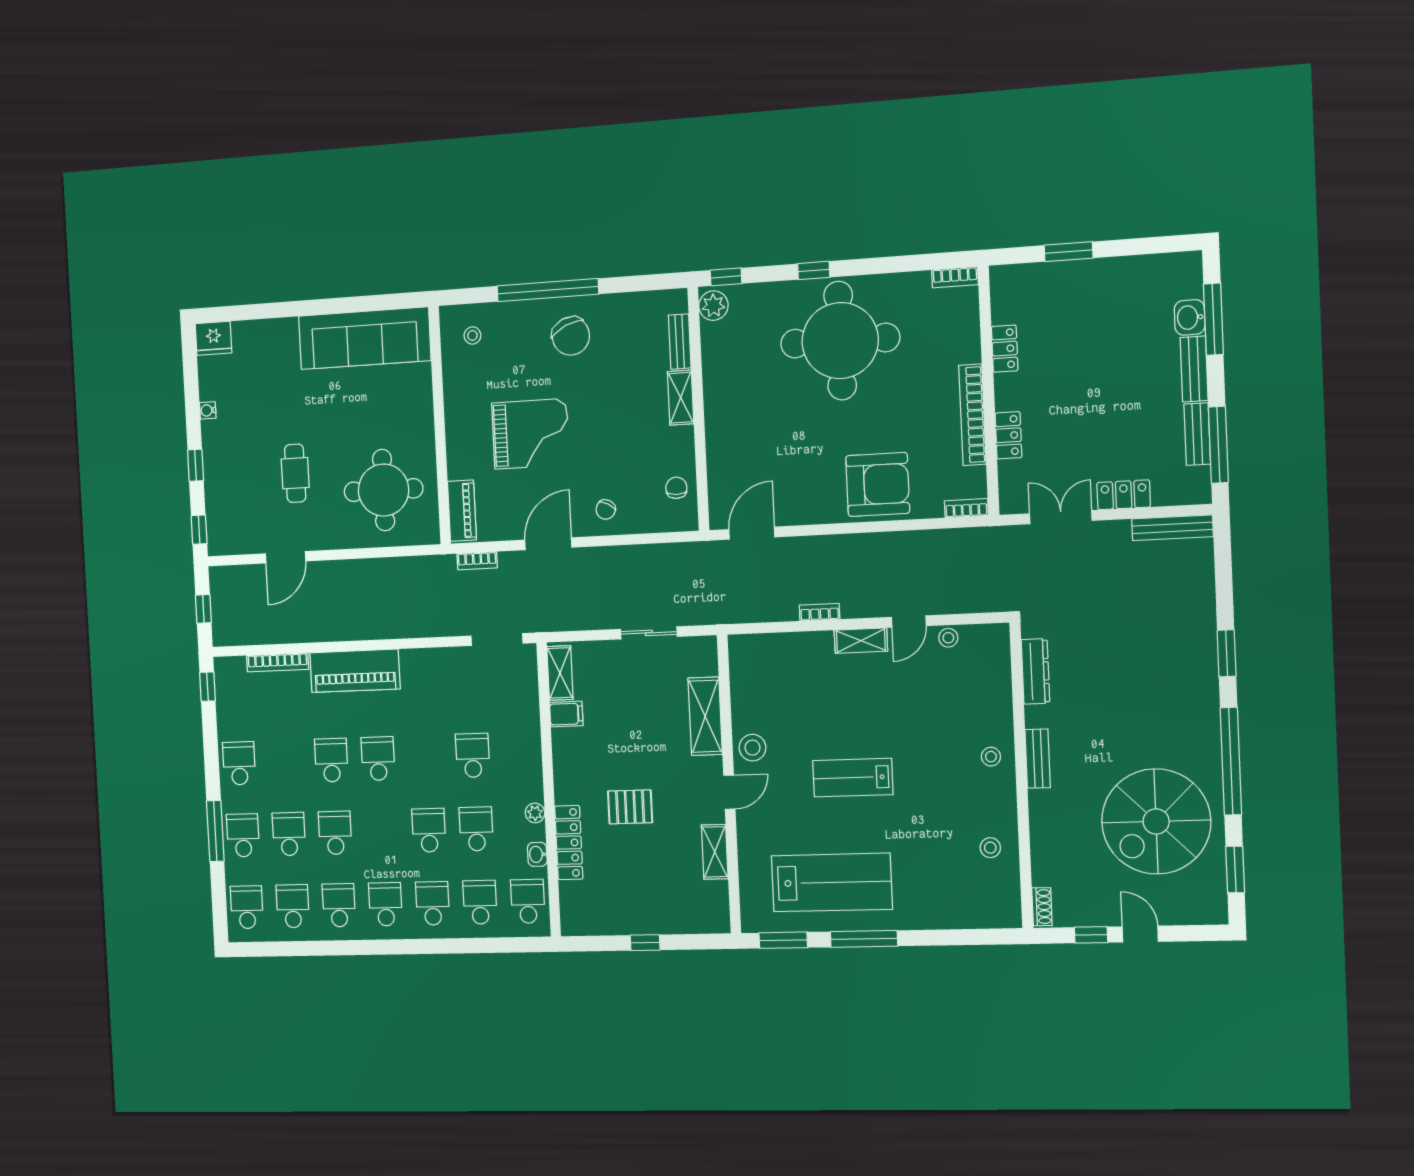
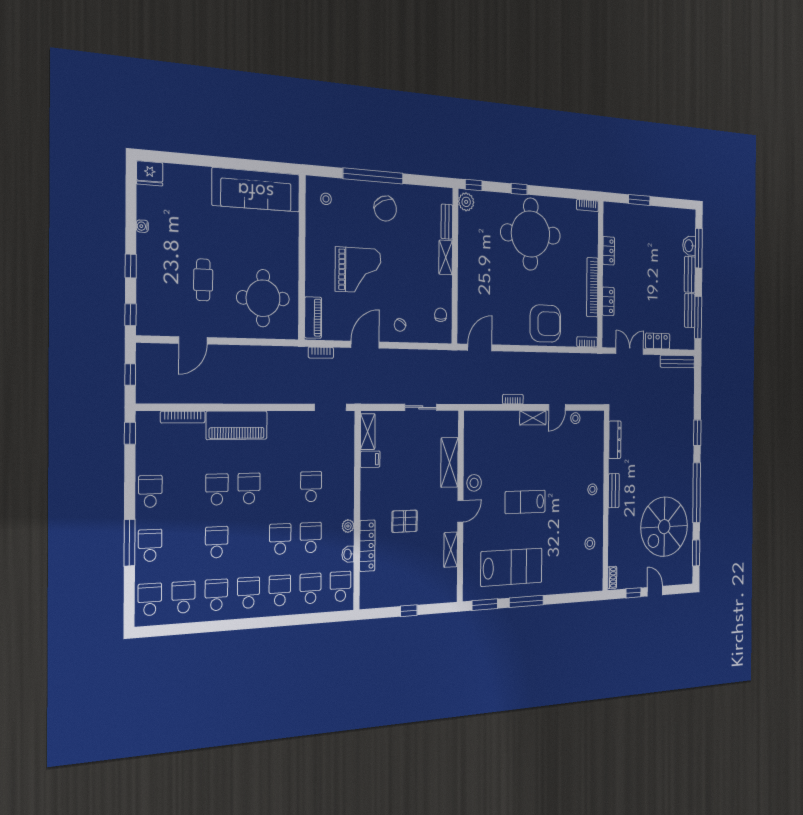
school desk: (289, 834) -> (184, 544), removed

